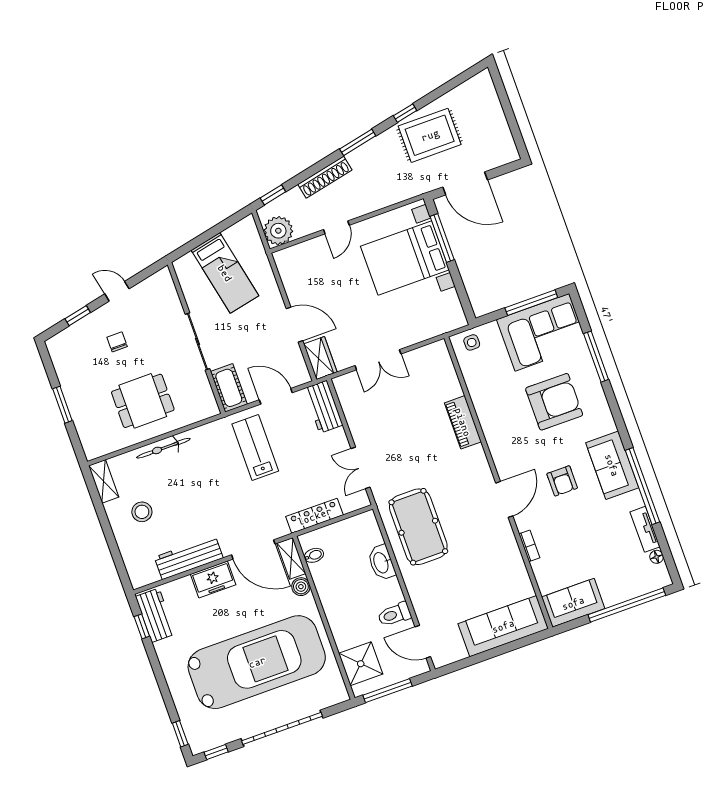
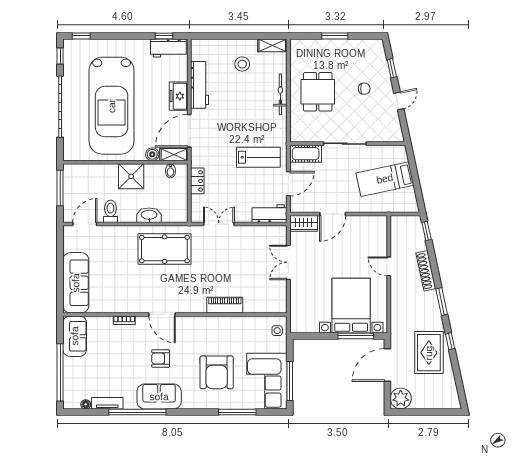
plant: (278, 231) -> (401, 398), moved
locker: (315, 516) -> (197, 181), width x0.66
shower: (361, 664) -> (131, 176), moved

